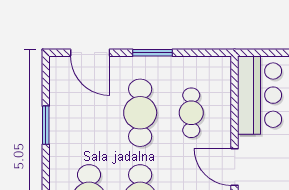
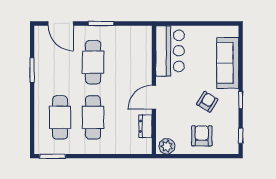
cafe table: (191, 113) -> (126, 62), removed
door: (235, 167) -> (154, 97), hinge flipped

